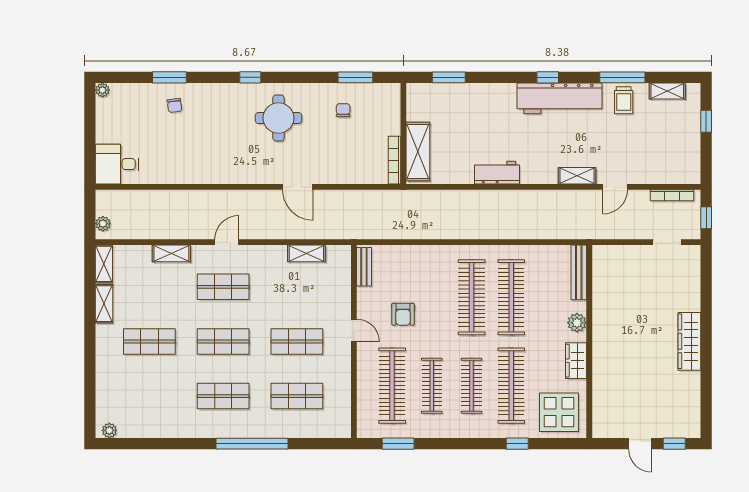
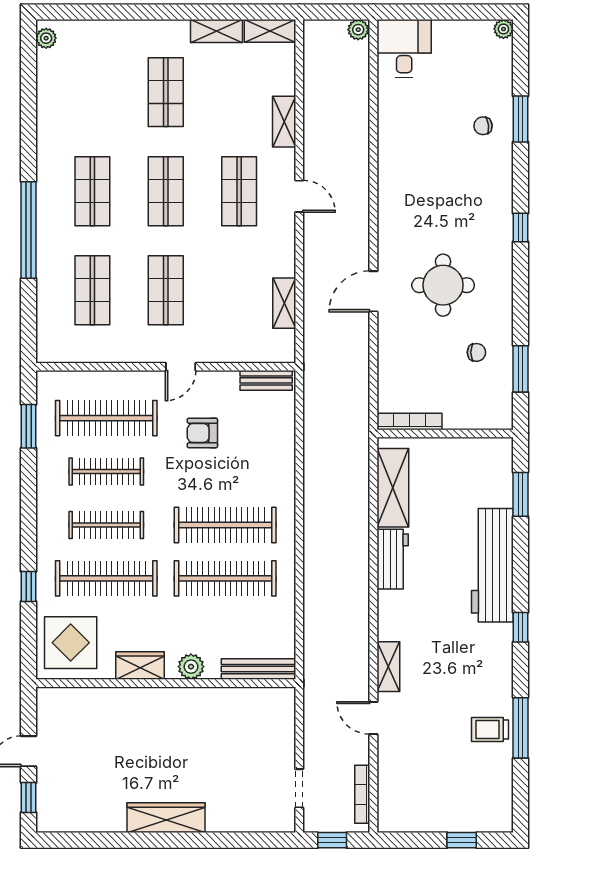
shelving: (667, 91) -> (502, 788), removed
workbench: (559, 98) -> (492, 565), moved
round table: (278, 118) -> (443, 285), moved
shelving: (418, 152) -> (393, 488), moved, turned 90
plant: (103, 224) -> (358, 30), moved

